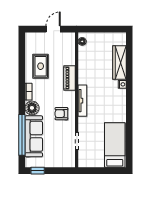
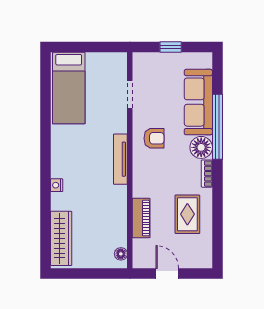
door: (53, 29) -> (167, 274), swing flipped
wardrobe: (120, 63) -> (61, 238), moved
piano: (69, 78) -> (141, 218), moved
window: (22, 135) -> (217, 127), moved
window: (38, 171) -> (171, 47), moved

